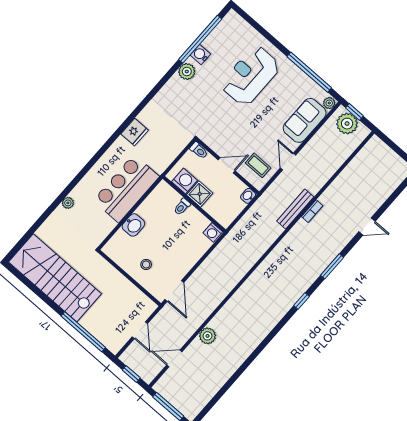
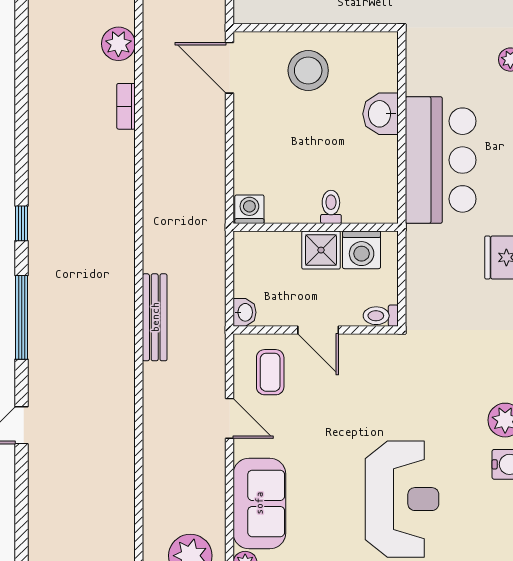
door: (227, 165) -> (318, 330), hinge flipped
coffee table: (258, 165) -> (270, 372), turned 90
bench: (295, 209) -> (155, 317), moved
bookcase: (312, 211) -> (126, 106), moved
stool: (146, 264) -> (308, 70), width x1.89, depth x1.89
window: (332, 266) -> (22, 317), width x1.44

